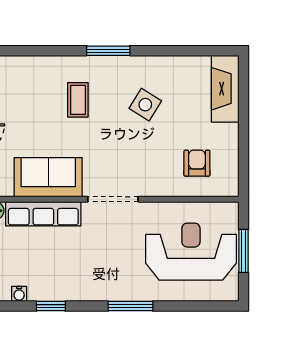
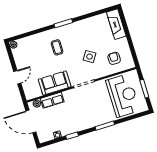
side table: (145, 105) -> (90, 57), moved
row of seats: (43, 214) -> (52, 100), width x0.68
reception desk: (191, 252) -> (123, 96), turned 90

